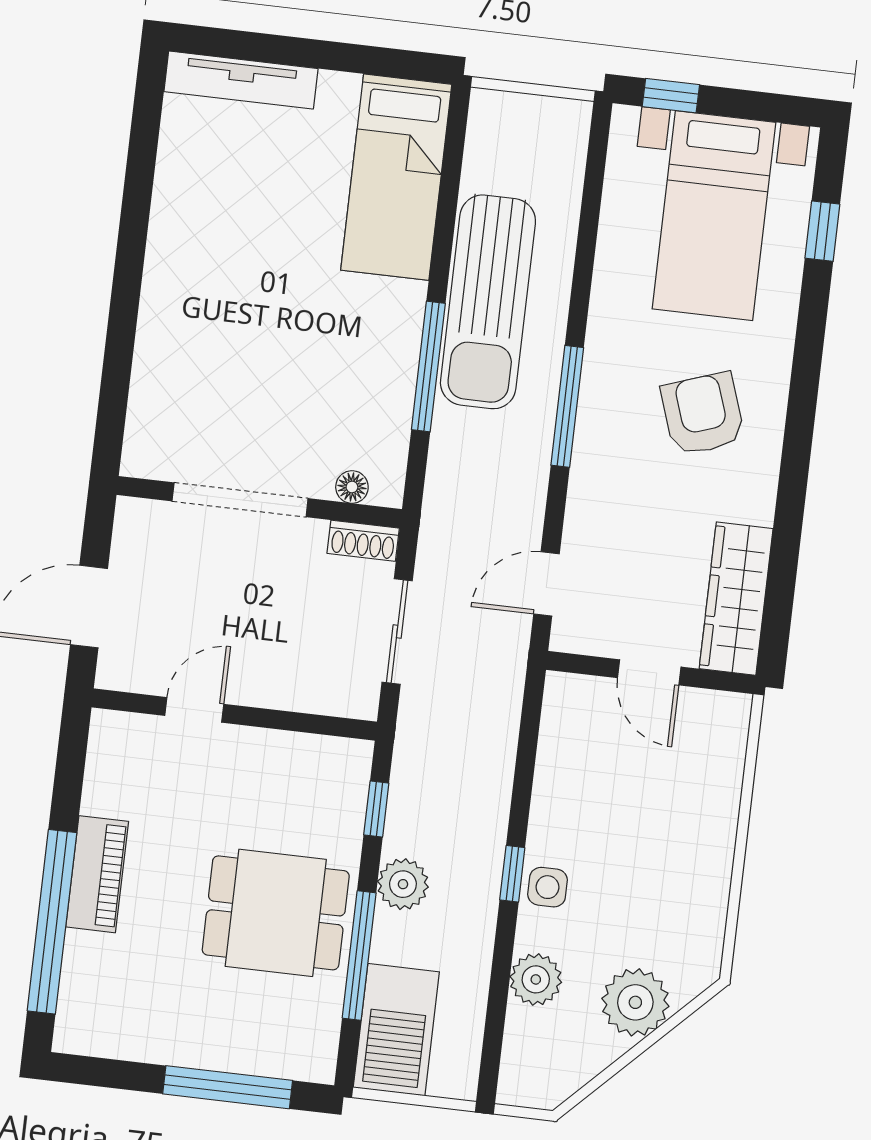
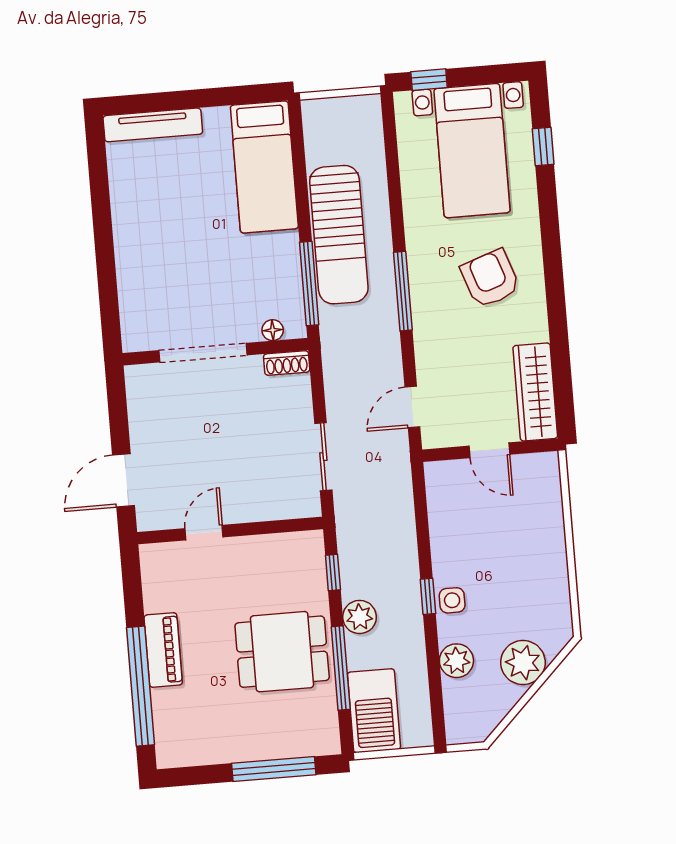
floor lamp: (352, 487) -> (273, 330), moved
doorway: (240, 500) -> (203, 353), moved
wall: (259, 502) -> (215, 352), moved
shoe rack: (363, 541) -> (287, 363), moved

